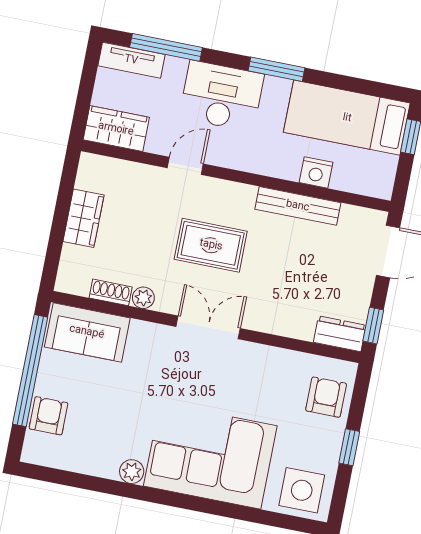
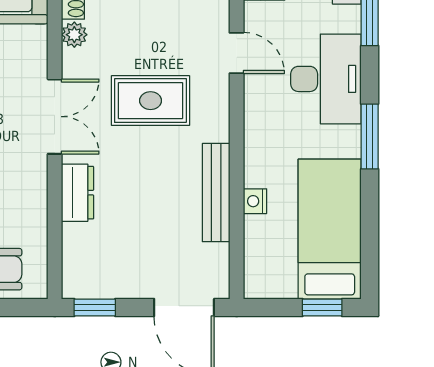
nightstand: (316, 172) -> (255, 201), width x0.72, depth x0.74
rug: (211, 245) -> (151, 101), turned 90
dresser: (340, 334) -> (78, 193), moved

